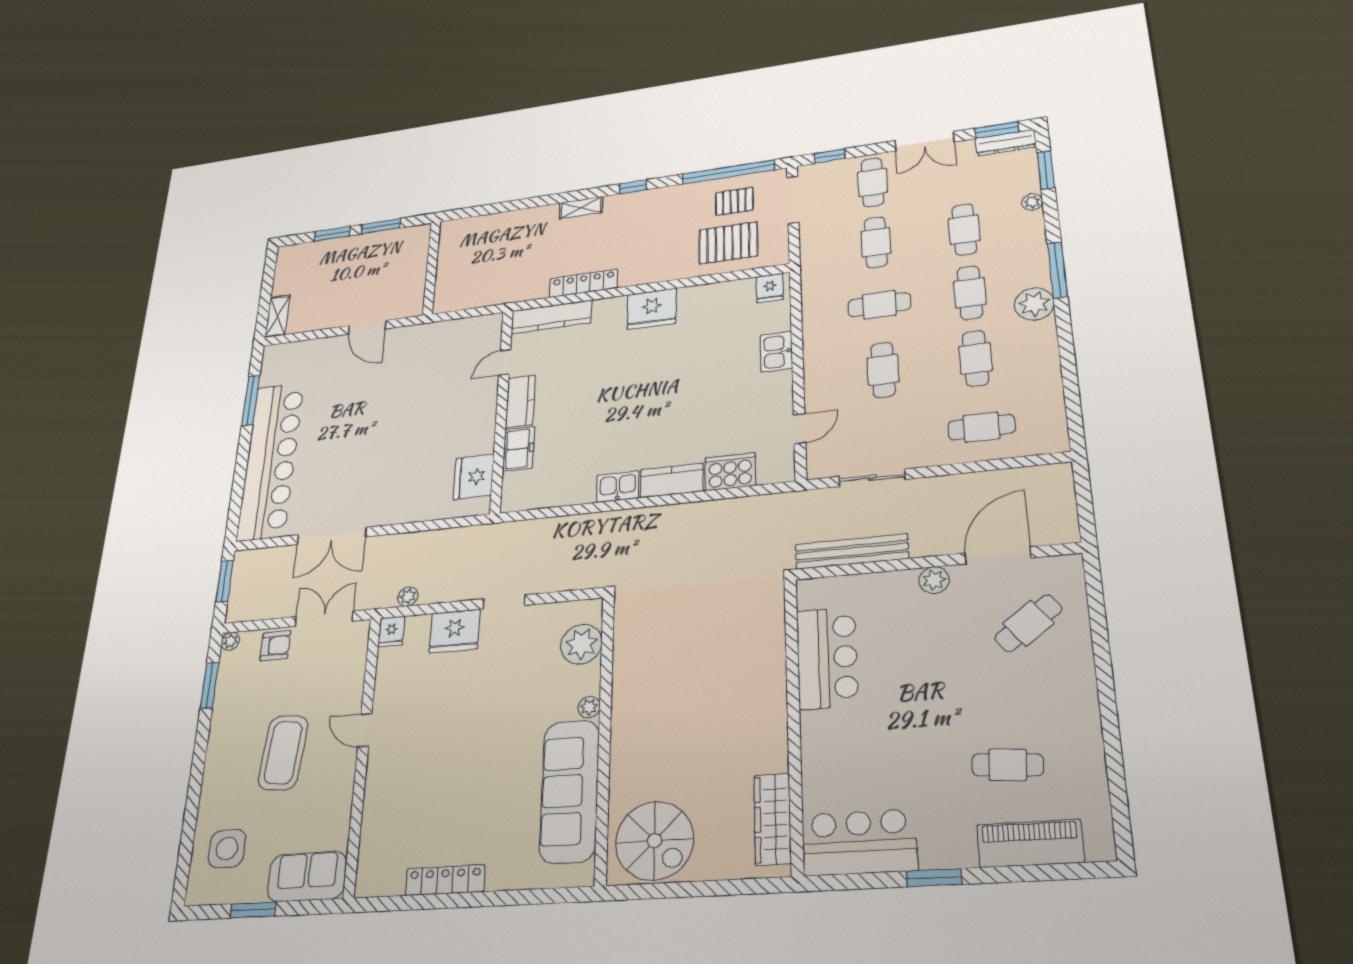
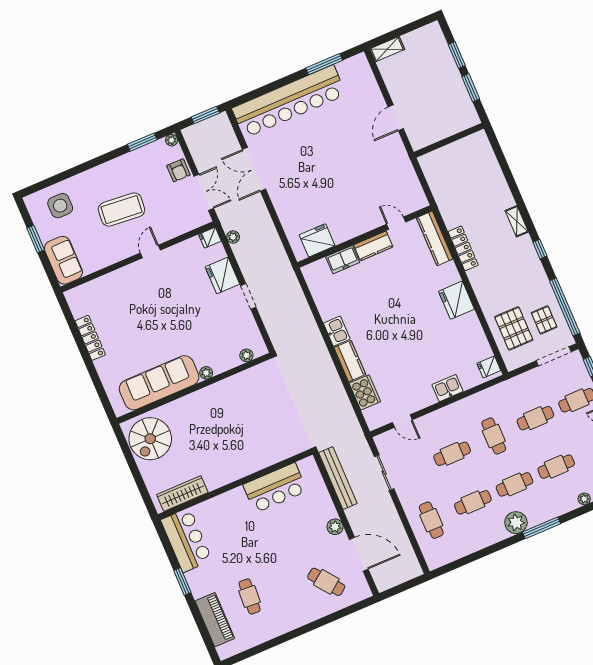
plant: (581, 644) -> (246, 355), width x0.53, depth x0.53

